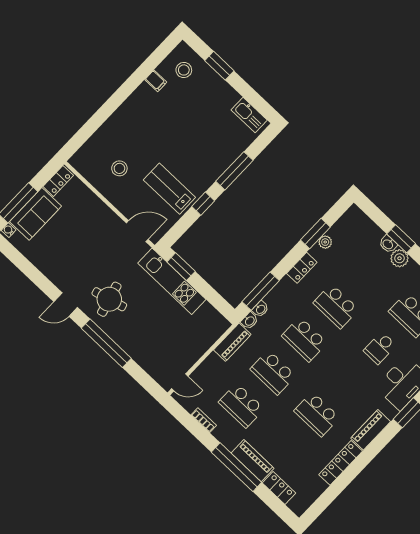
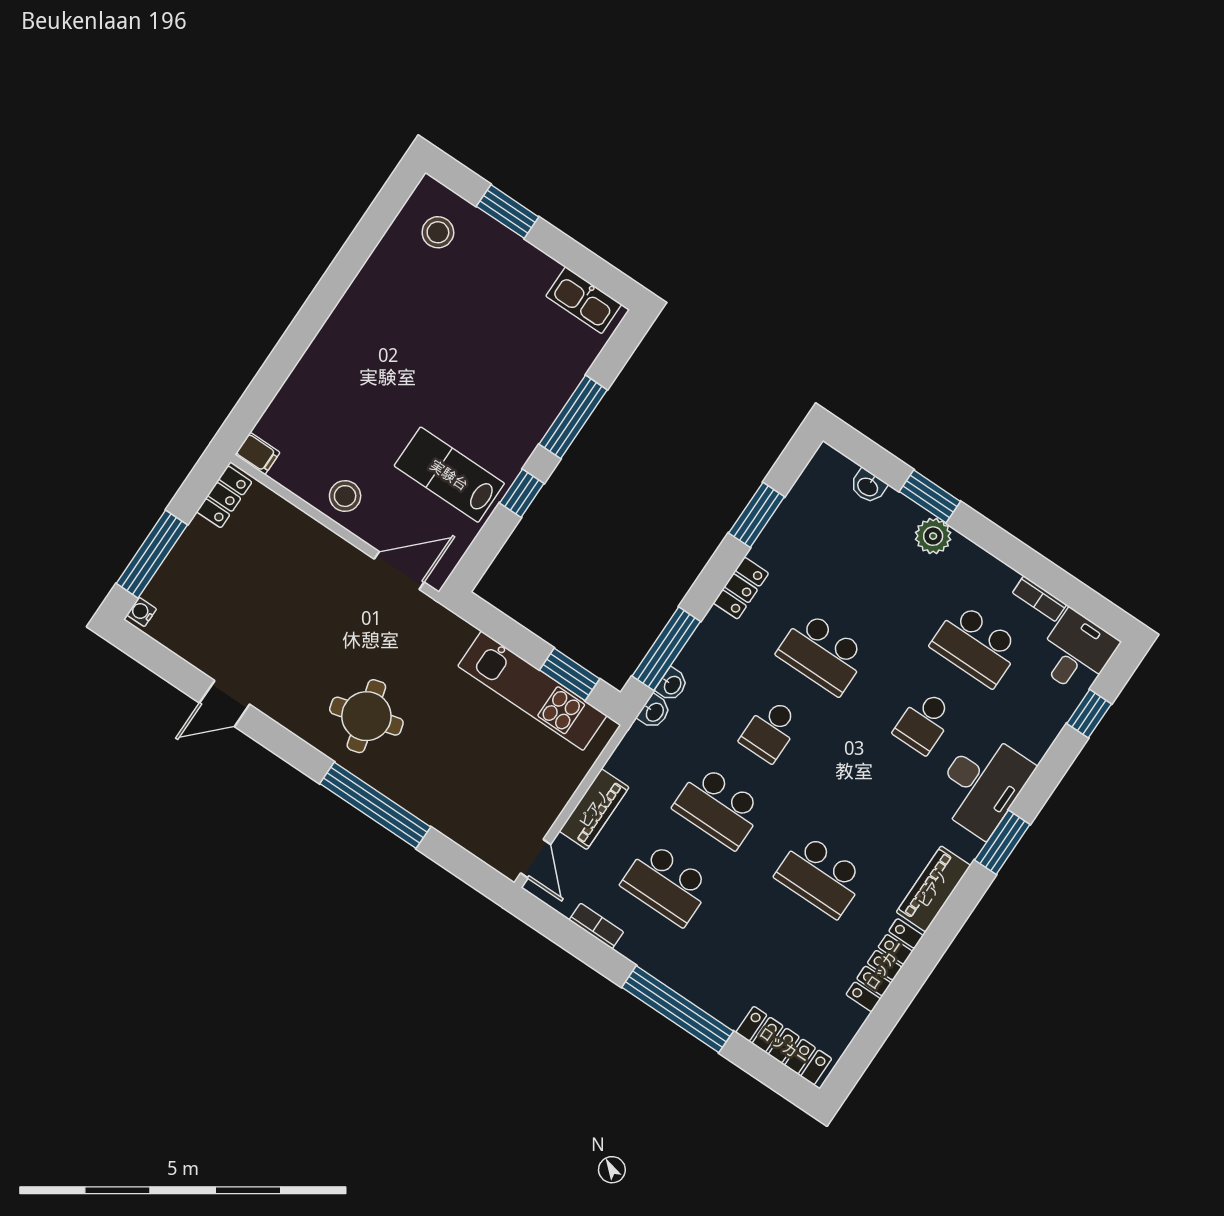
filing cabinet: (156, 81) -> (257, 454), moved
stool: (119, 168) -> (345, 496), moved
sofa: (36, 214) -> (190, 570), removed
plant: (325, 242) -> (779, 529), removed
washbasin: (388, 244) -> (868, 486), moved
window: (181, 267) -> (570, 674), moved
kitchen unit: (172, 281) -> (532, 691), moved
door: (66, 305) -> (225, 704), moved
school desk: (304, 339) -> (770, 730), width x0.54
piano: (232, 342) -> (594, 809), moved
door: (180, 382) -> (536, 859), hinge flipped
piano: (252, 461) -> (707, 991), removed
locker: (279, 488) -> (784, 1046), width x1.53

